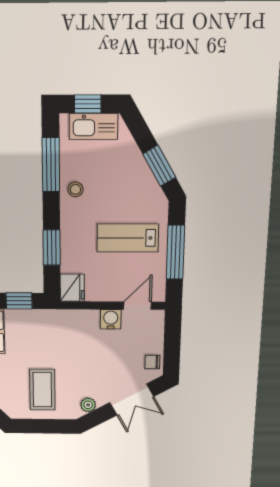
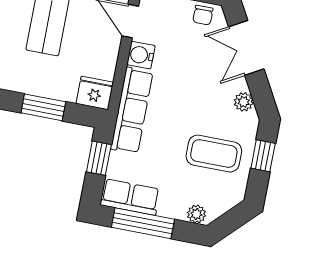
row of seats: (64, 320) -> (132, 110), added
double door: (132, 400) -> (246, 48), swing flipped
window: (49, 426) -> (263, 156), added

